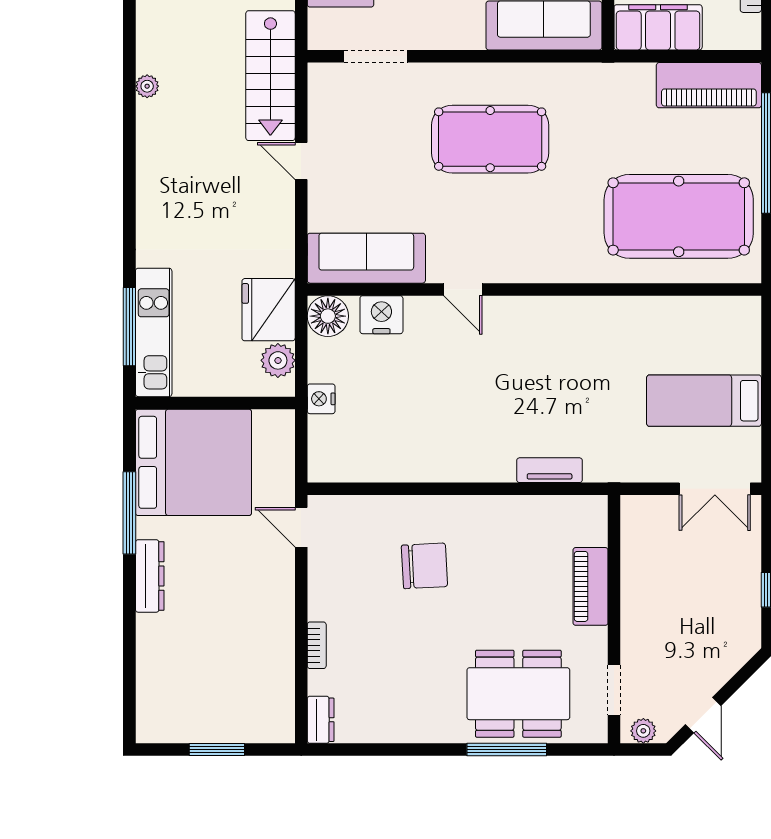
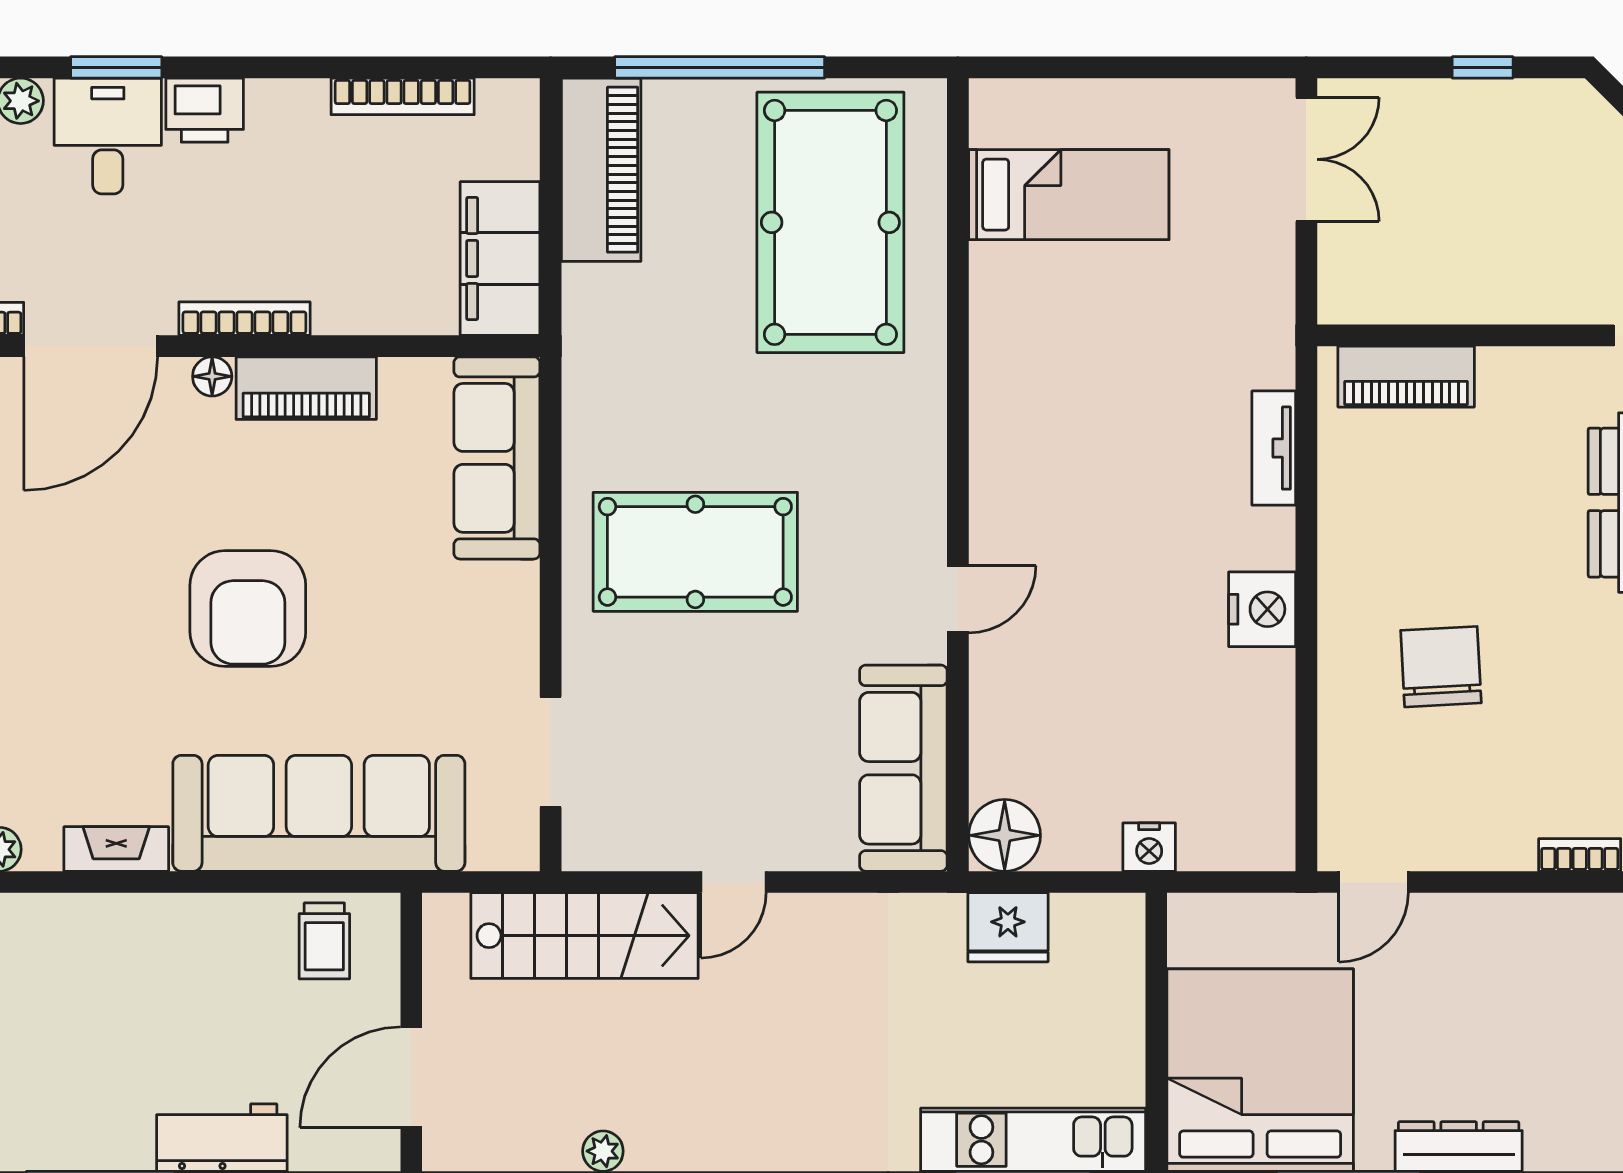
pool table: (490, 139) -> (695, 552), turned 90
fridge: (269, 310) -> (1008, 927), width x0.73, depth x0.75
nightstand: (381, 315) -> (1262, 609), moved, turned 180
plant: (278, 360) -> (1082, 923), removed
bed: (704, 401) -> (1069, 195), moved, turned -90
piano: (590, 586) -> (1406, 377), moved

